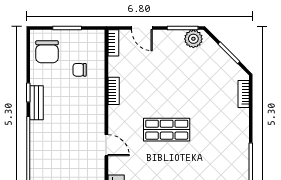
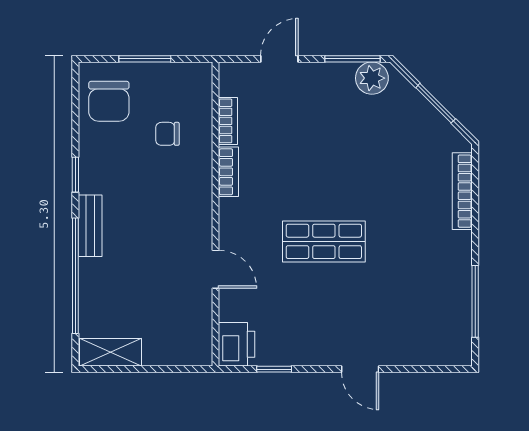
door: (142, 28) -> (279, 59), swing flipped
bookcase: (113, 43) -> (228, 121), moved
bookcase: (244, 94) -> (462, 191), width x1.56
bench: (37, 103) -> (90, 226), moved

